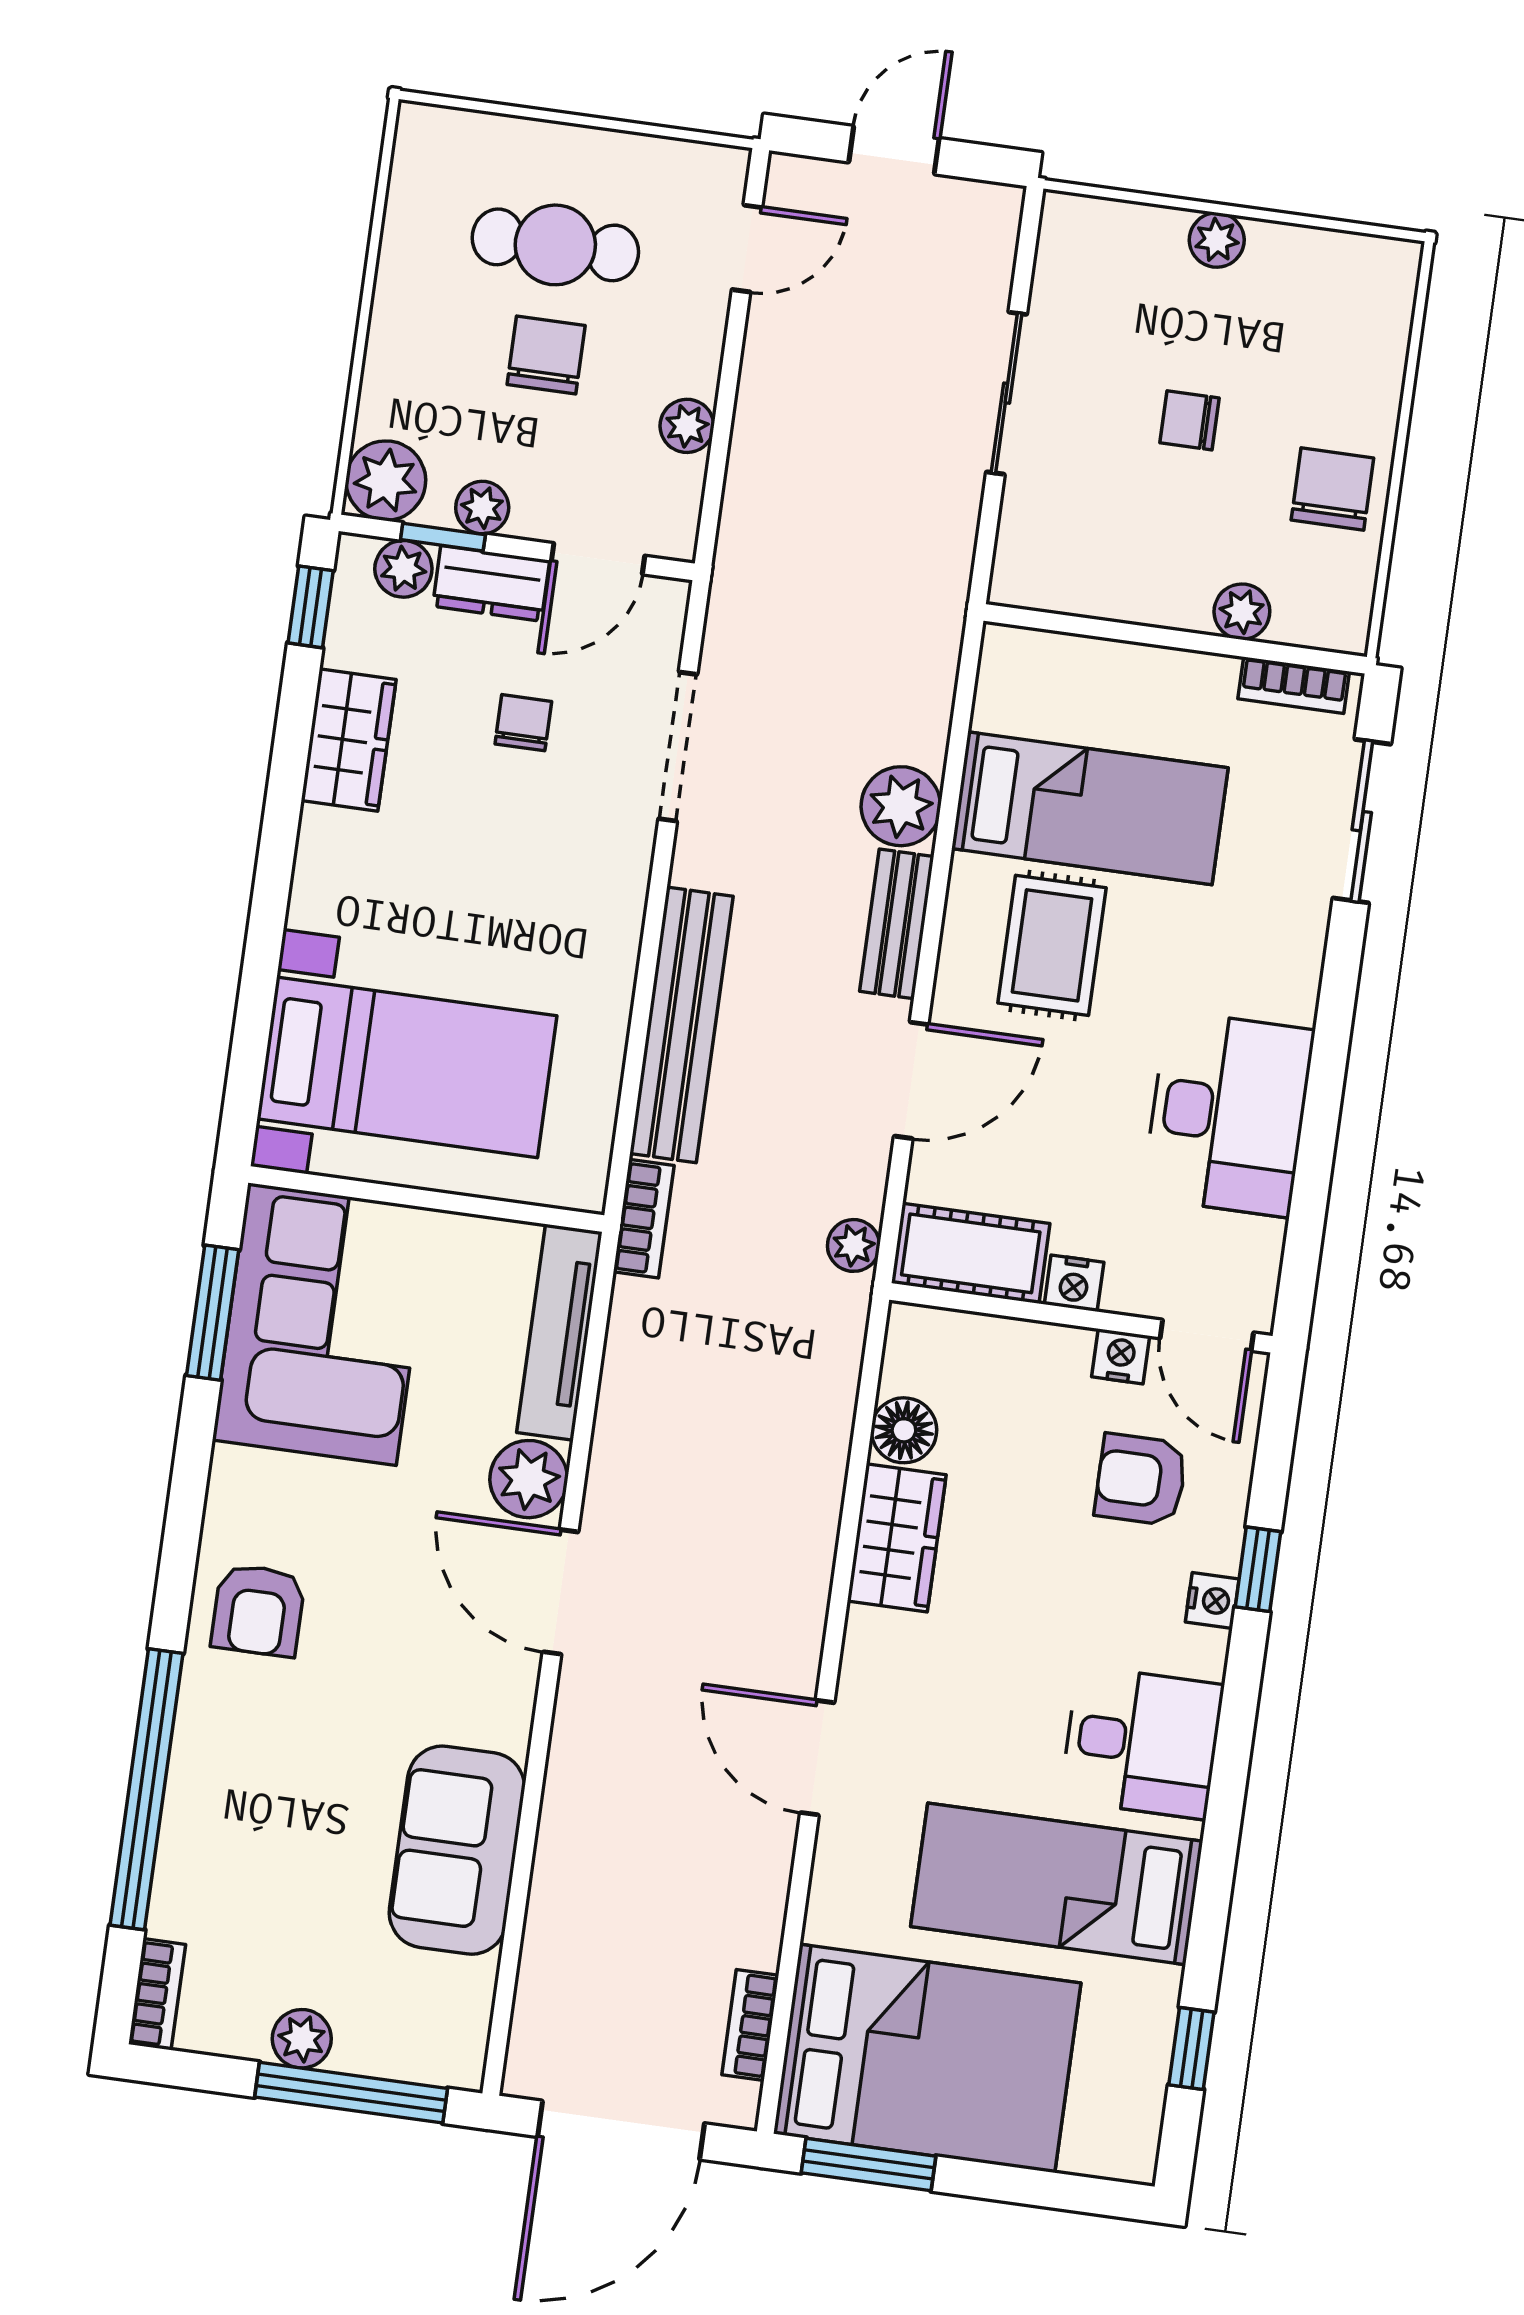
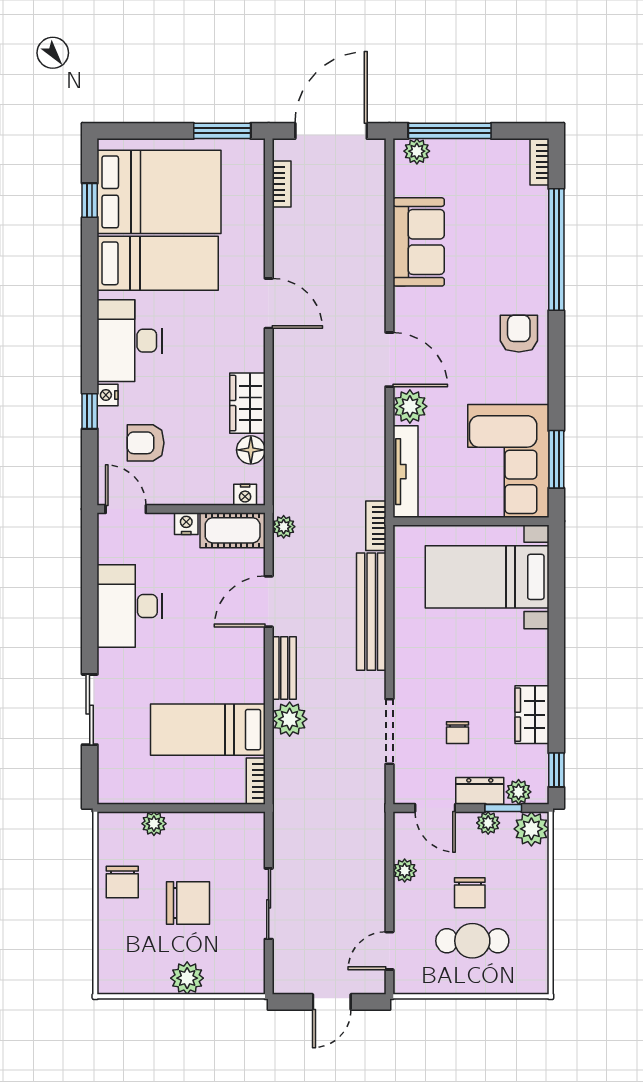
plant: (1217, 240) -> (187, 978), width x1.38, depth x1.38
chair: (1190, 420) -> (188, 903), width x1.87, depth x1.87
door: (598, 559) -> (435, 808), swing flipped
bookcase: (1294, 685) -> (256, 781), moved, turned -90
sliding door: (1362, 821) -> (90, 710), moved
rug: (1052, 945) -> (216, 668), removed
nightstand: (1121, 1356) -> (245, 495), moved
armchair: (1141, 1480) -> (146, 443), turned 180
desk: (1142, 1742) -> (129, 341), width x1.37
plant: (302, 2039) -> (417, 151), moved
bed: (927, 2058) -> (159, 192), moved, turned 180

